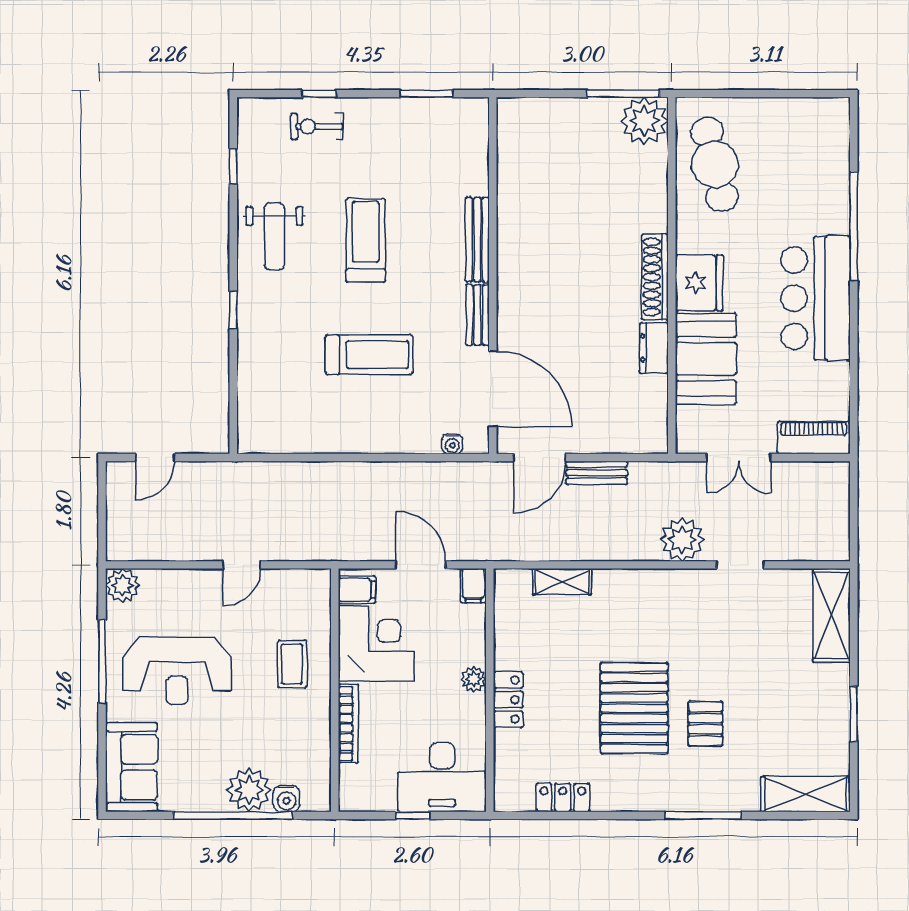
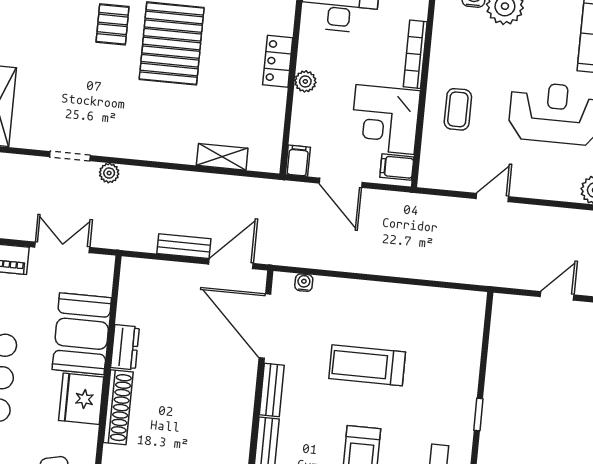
plant: (682, 539) -> (109, 173), width x0.53, depth x0.53

